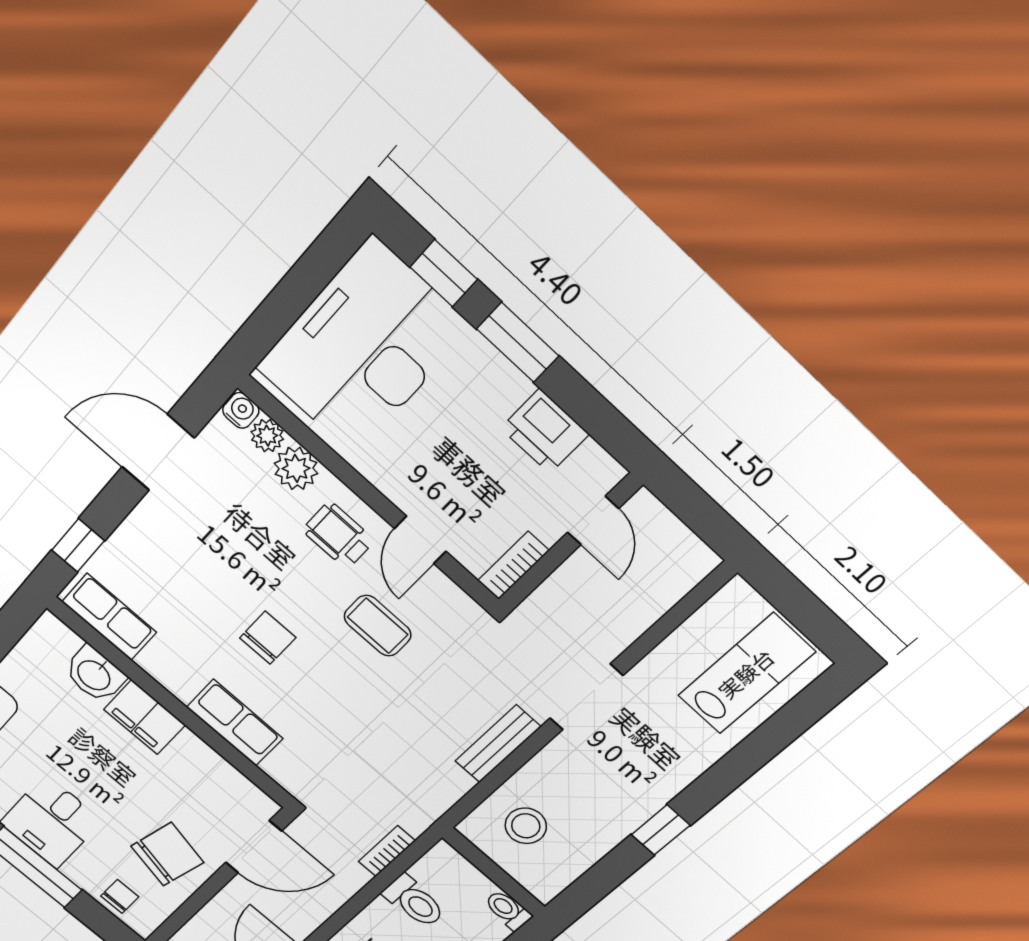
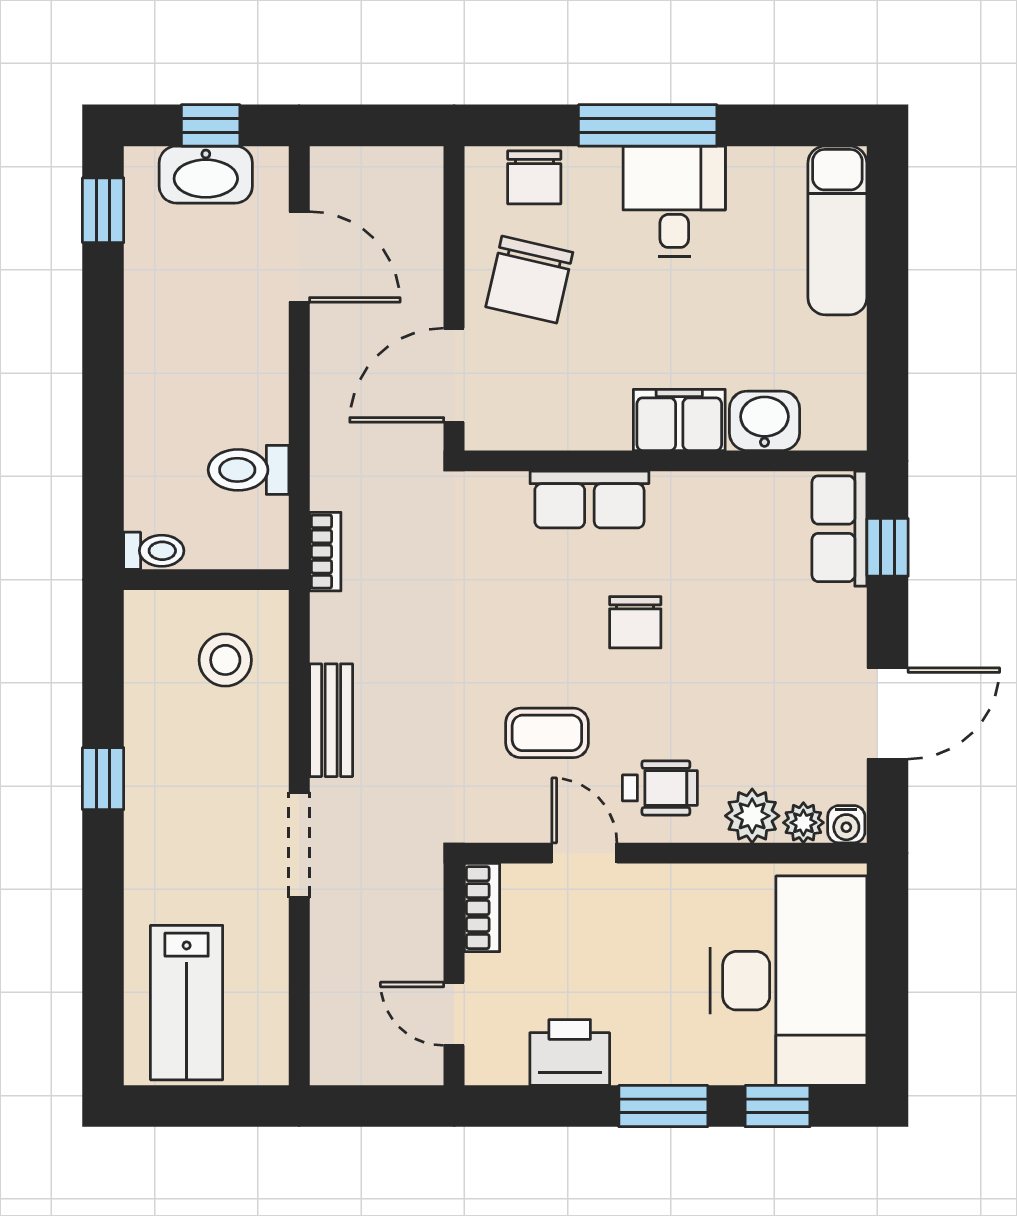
row of seats: (109, 617) -> (839, 529), moved, turned 90
bookcase: (387, 851) -> (325, 552), moved
chair: (120, 896) -> (534, 177), width x1.37, depth x1.37

